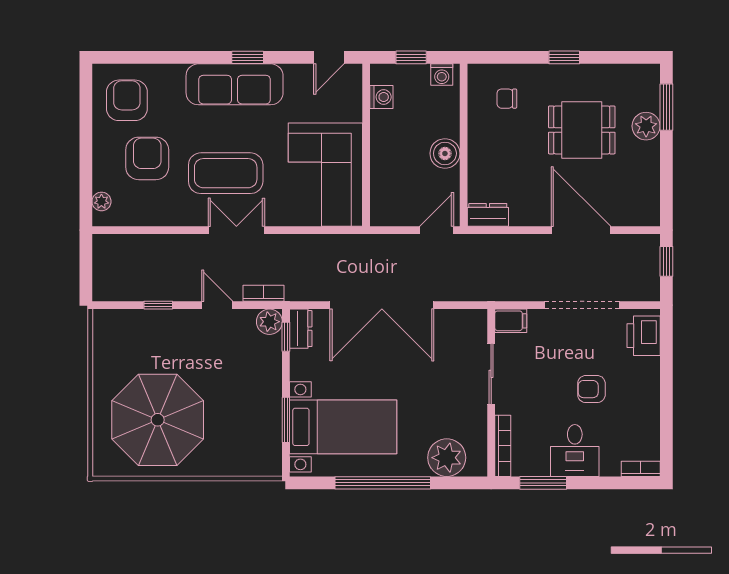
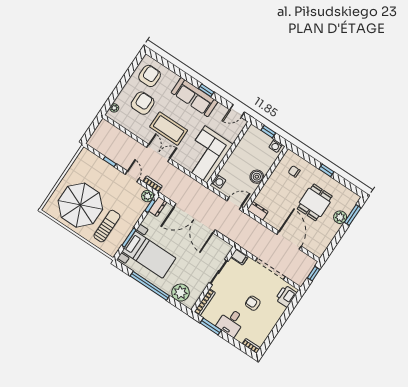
washing machine: (381, 97) -> (219, 182), moved
dining table: (582, 130) -> (315, 202), turned 90
sun lounger: (232, 426) -> (107, 226), added

